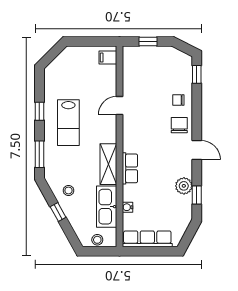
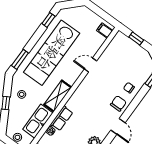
window: (39, 111) -> (48, 20), moved
lab bench: (68, 123) -> (52, 53), width x1.86, depth x1.39
row of seats: (130, 168) -> (62, 118), moved

